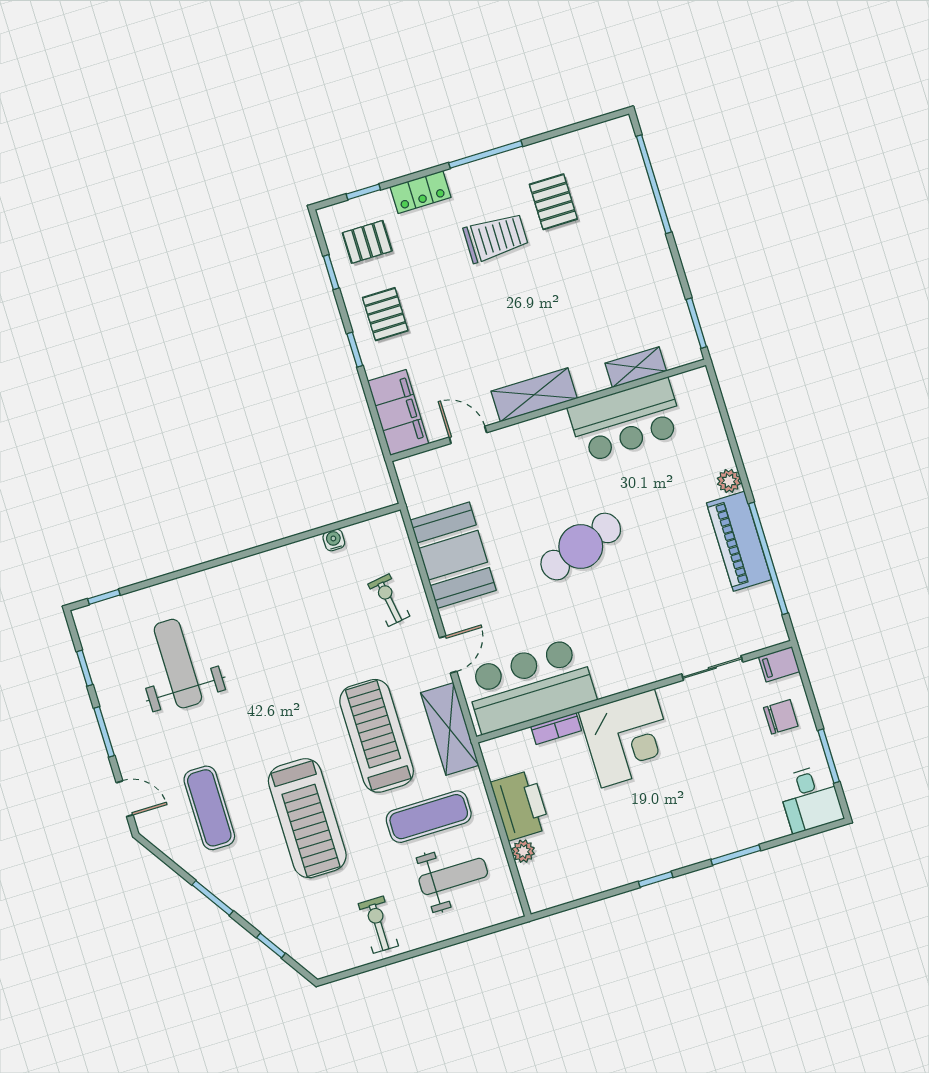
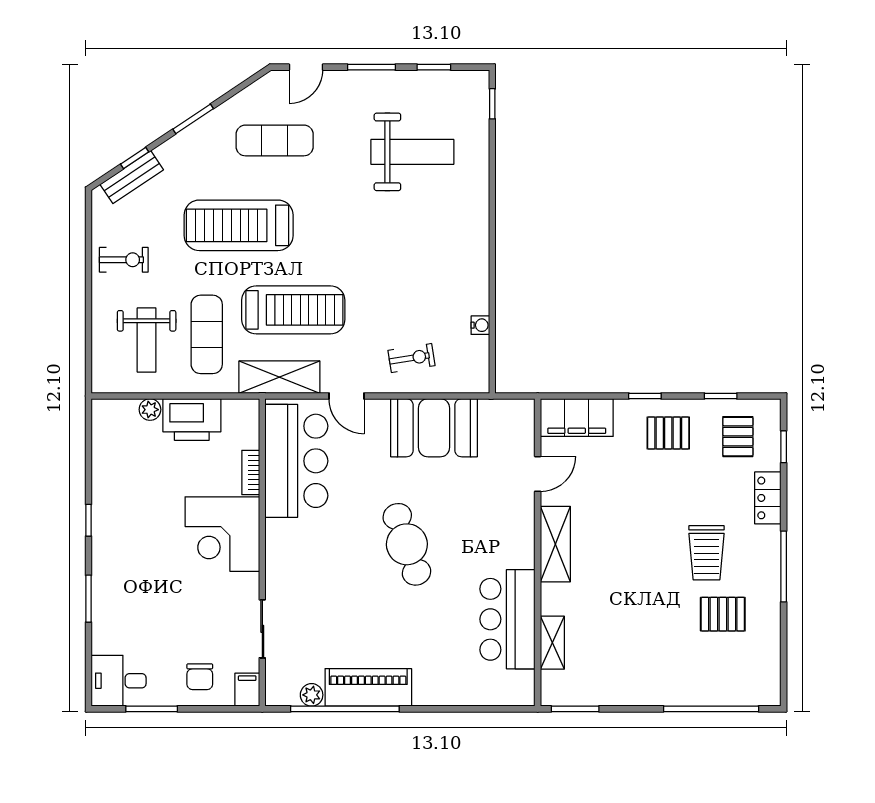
plant: (729, 481) -> (312, 695), moved
bench: (291, 943) -> (132, 177), added

